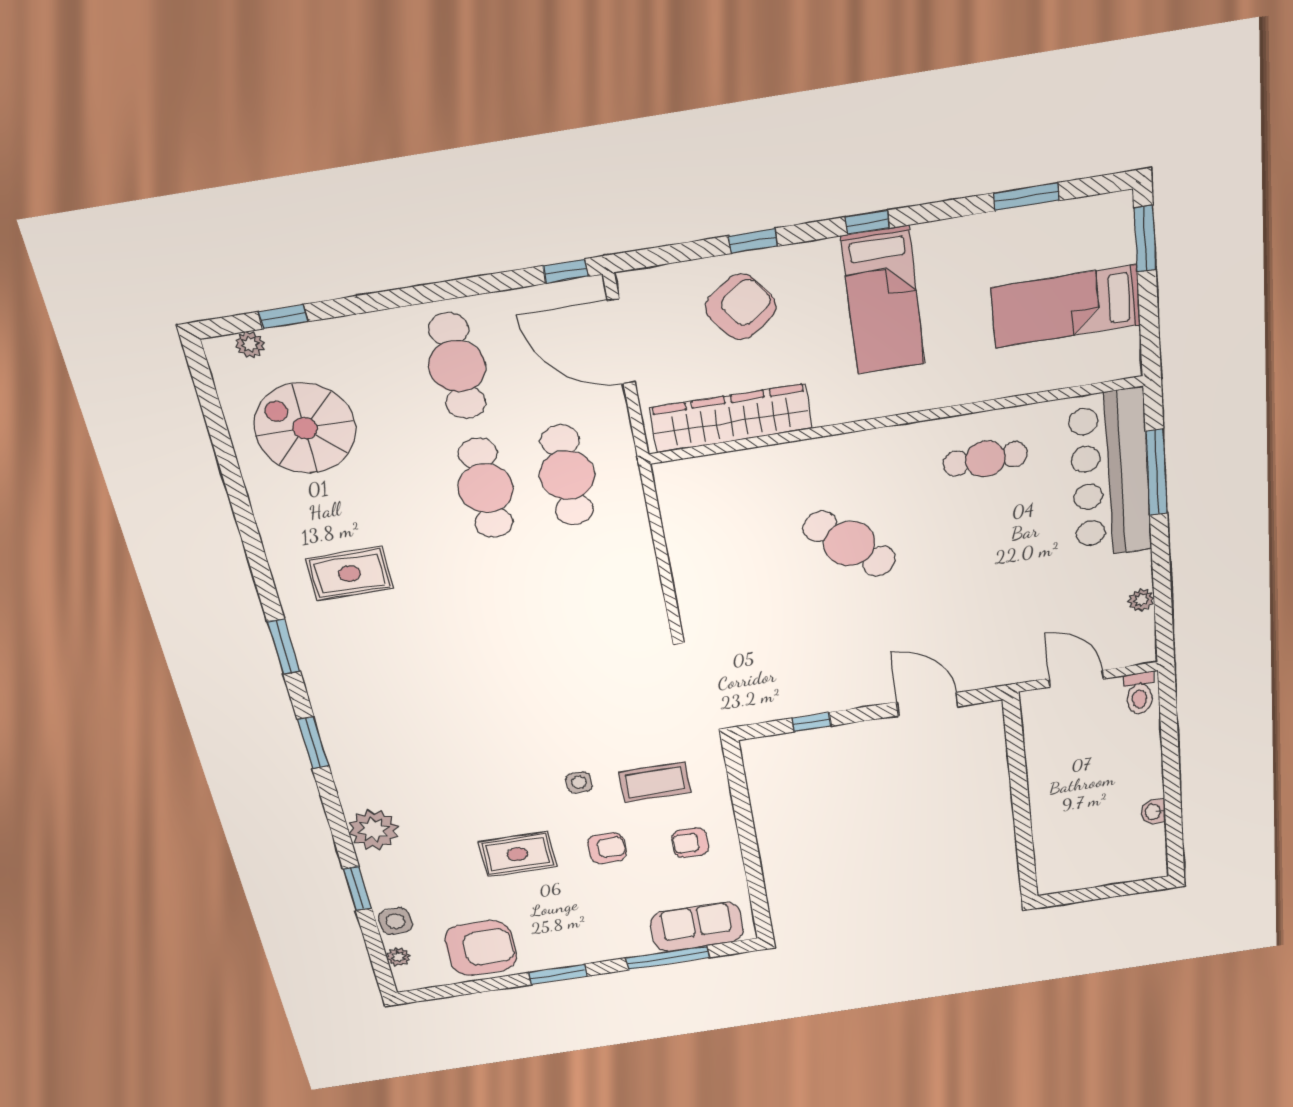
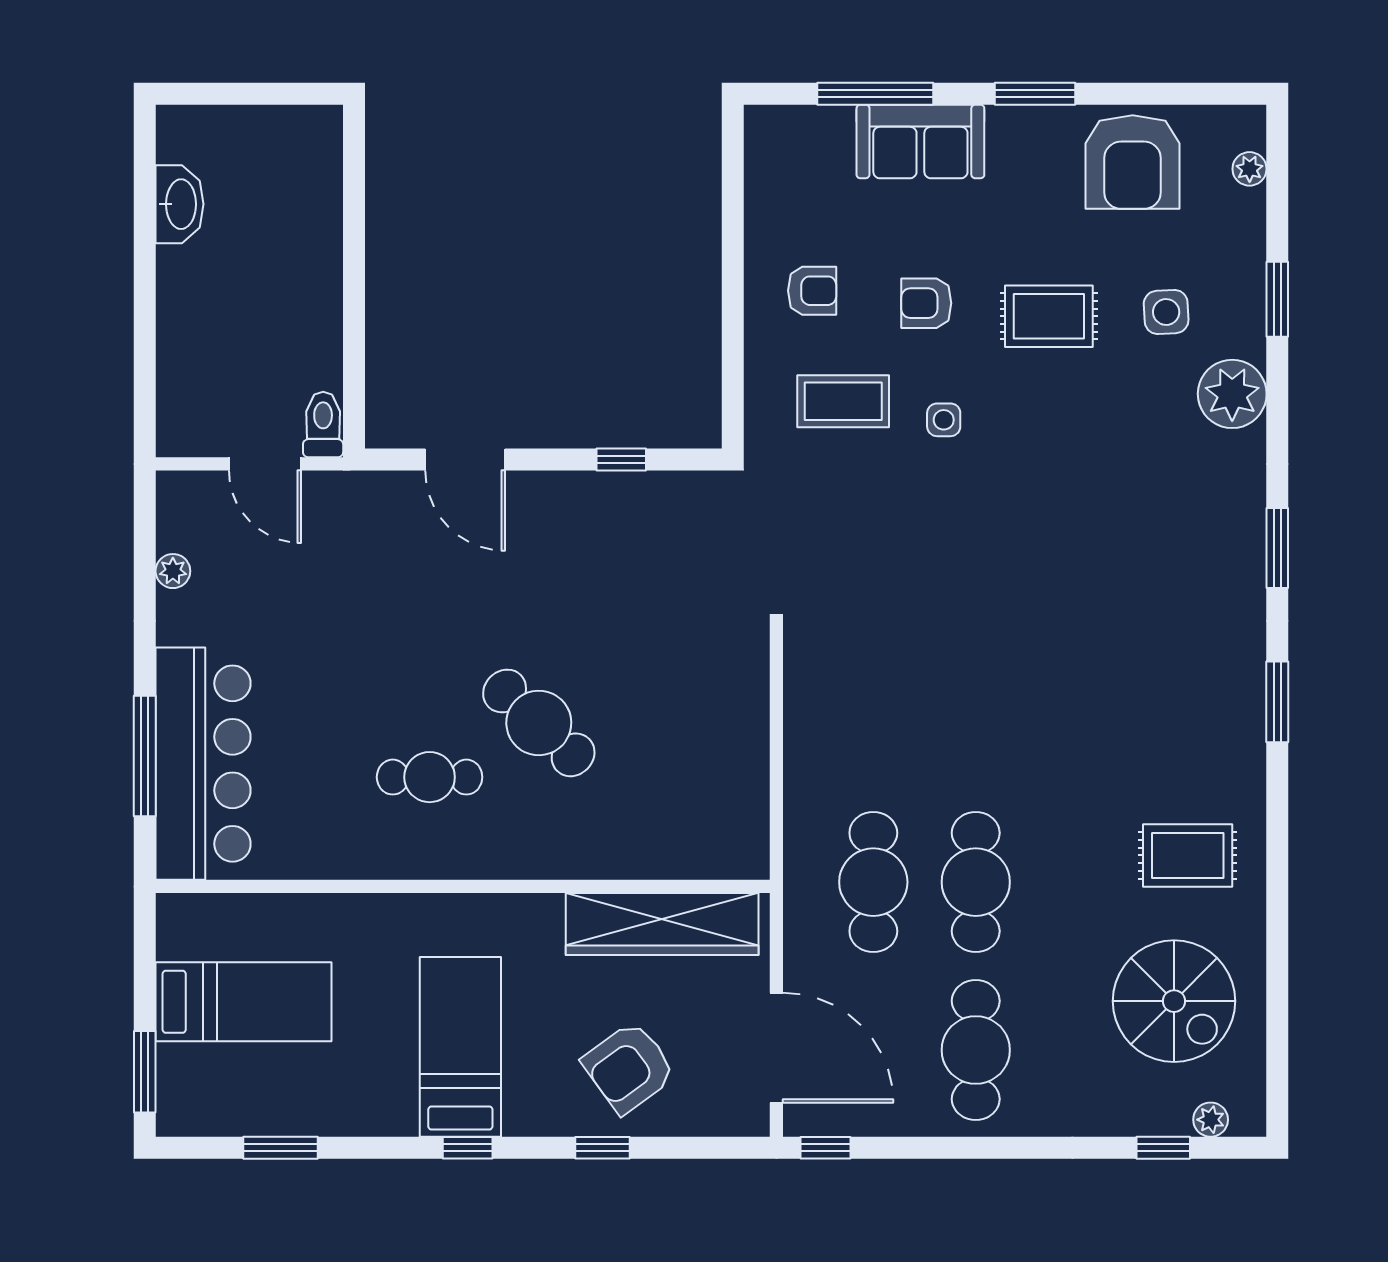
cafe table: (985, 459) -> (430, 777), moved
rug: (350, 574) -> (1188, 855), moved
toilet: (1139, 693) -> (323, 425), moved
washbasin: (1153, 812) -> (180, 204), width x1.91, depth x1.45
side table: (395, 921) -> (1166, 312), moved
sofa: (697, 927) -> (920, 141), moved
armchair: (481, 948) -> (1133, 162), turned -90

